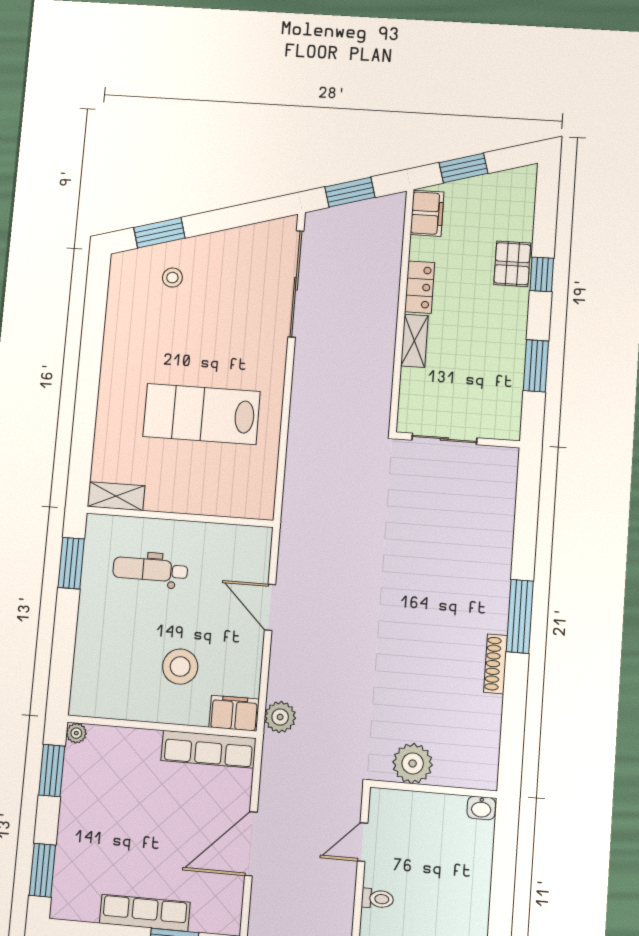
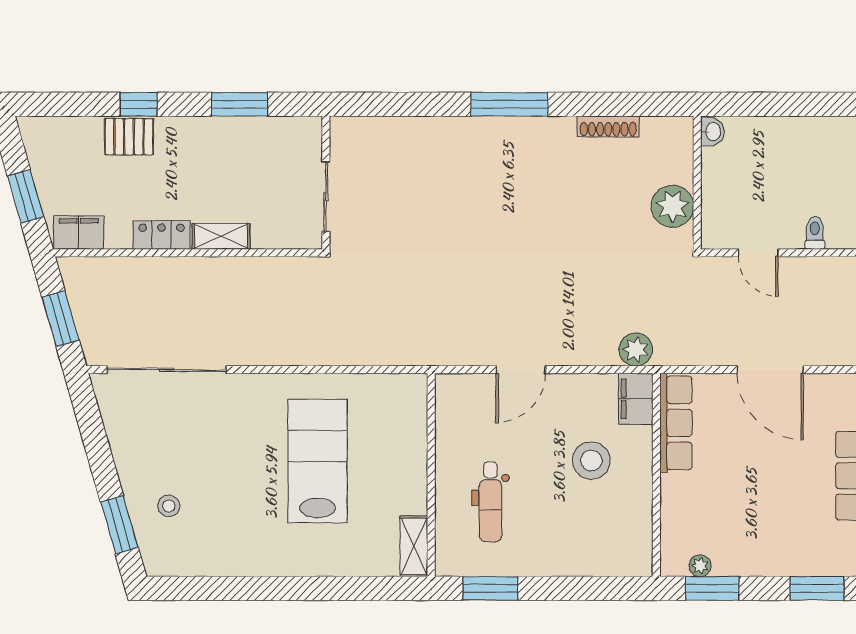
lab bench: (201, 414) -> (318, 461), turned 180
shoe rack: (496, 664) -> (608, 126), moved
plant: (76, 733) -> (700, 566), moved

